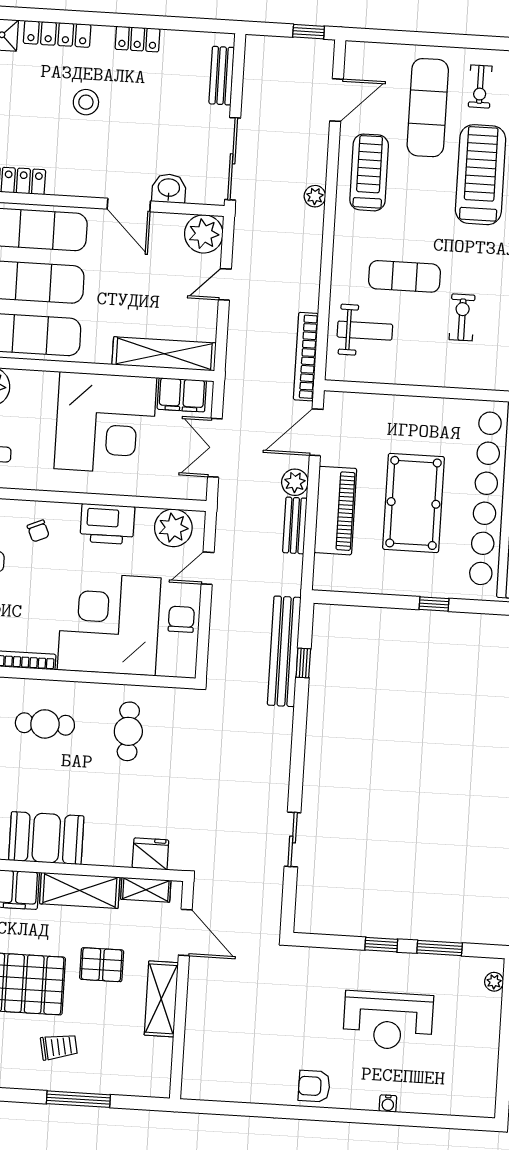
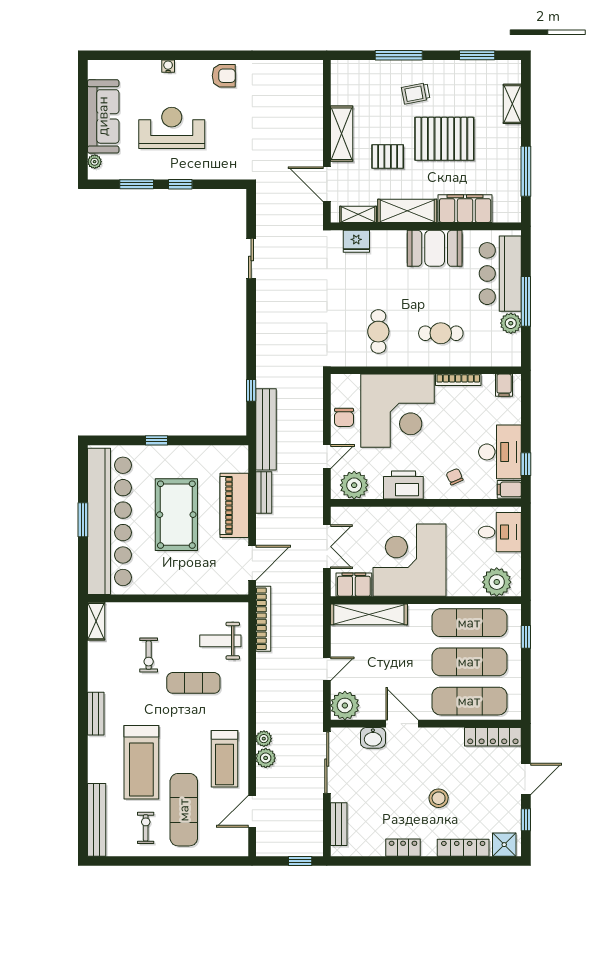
window: (309, 32) -> (300, 861), moved
plant: (295, 482) -> (266, 758), moved
bench: (284, 651) -> (266, 429), moved
sofa: (479, 1042) -> (103, 116), added

